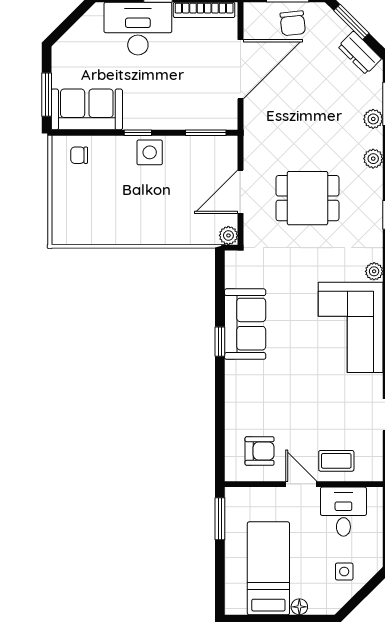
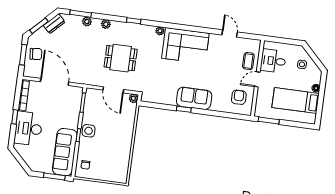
sofa: (87, 109) -> (65, 152), width x1.36
dining table: (307, 198) -> (121, 58), turned 90
sofa: (245, 324) -> (194, 98), moved

